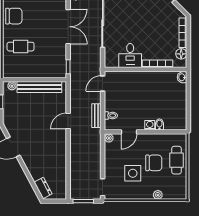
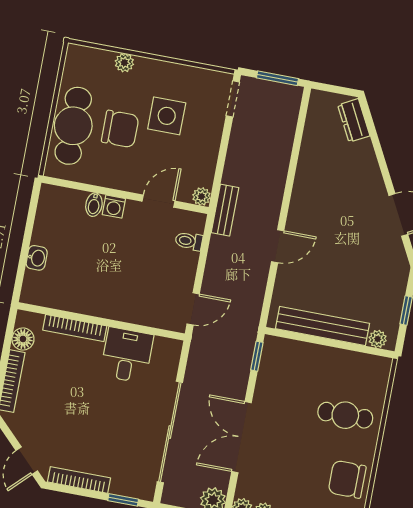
washbasin: (182, 77) -> (37, 258), moved
bench: (96, 116) -> (225, 210), moved
cafe table: (176, 160) -> (73, 126), width x1.37, depth x1.35
chair: (154, 163) -> (120, 129), turned 180

